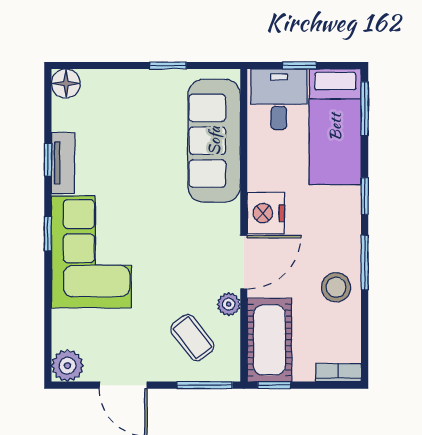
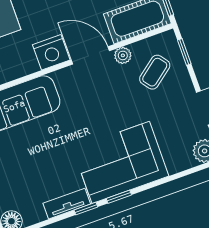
window: (48, 160) -> (86, 209), moved
window: (205, 385) -> (184, 52), width x0.67

